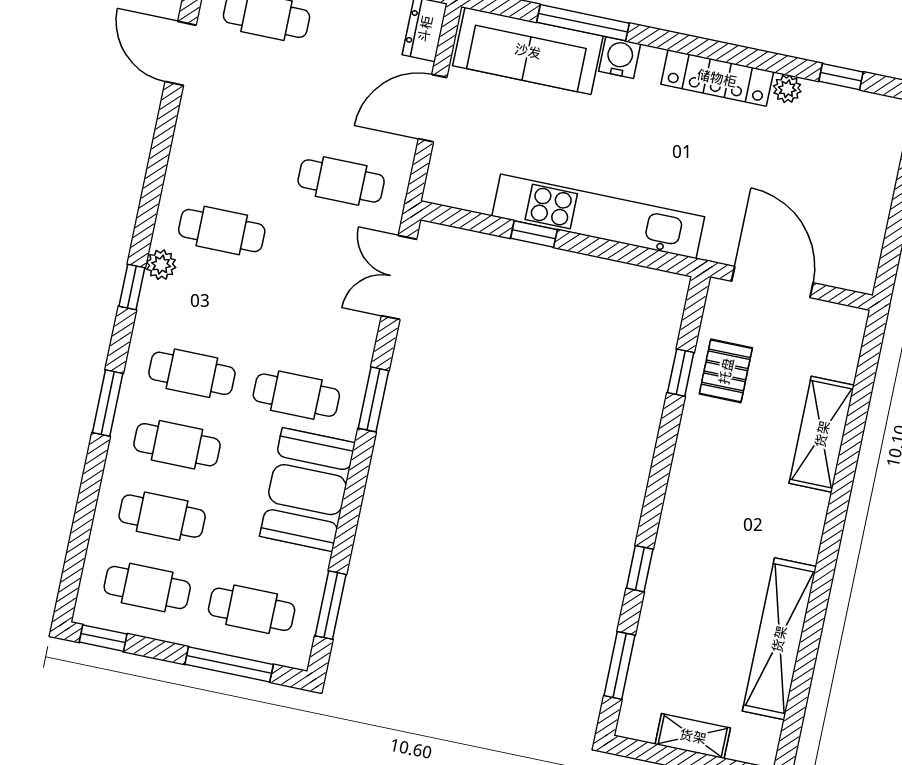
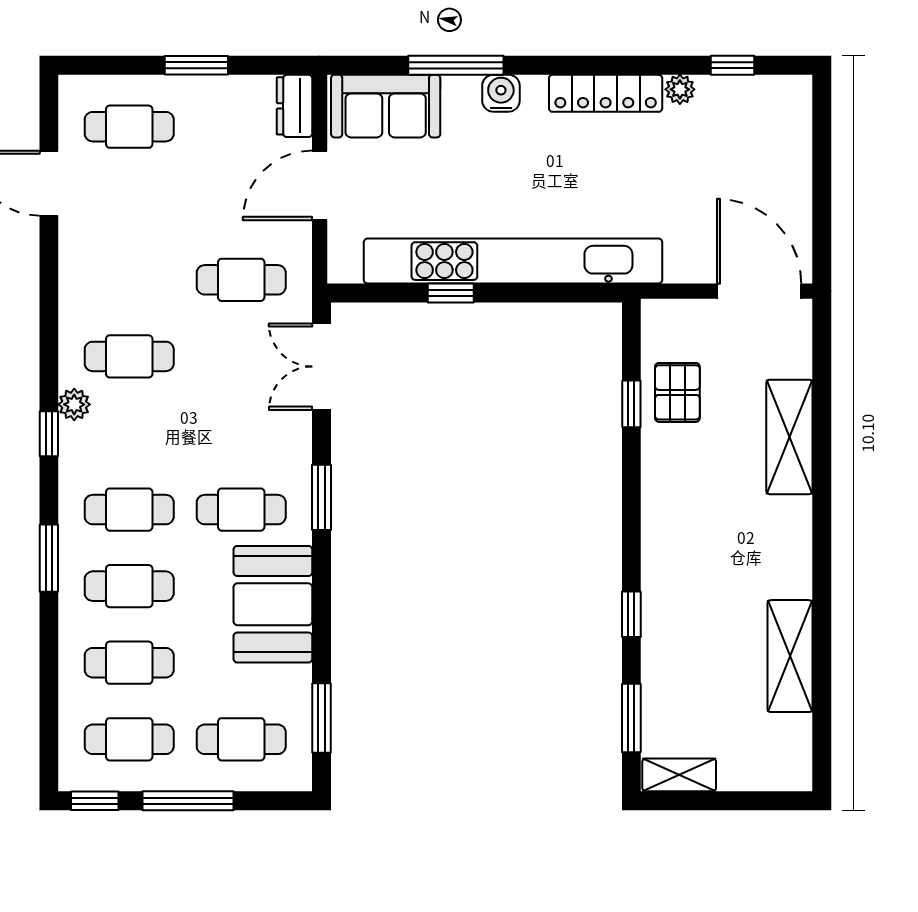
sofa: (528, 51) -> (386, 106), width x0.73
kitchen unit: (598, 216) -> (513, 261), width x1.36
door: (772, 282) -> (759, 291), moved
shelving: (779, 639) -> (790, 656), width x0.68
window: (229, 664) -> (188, 801), moved
shelving: (693, 736) -> (679, 775), moved

